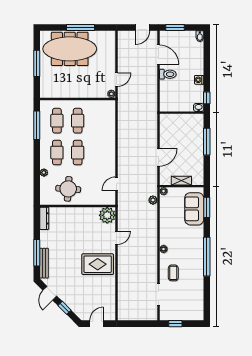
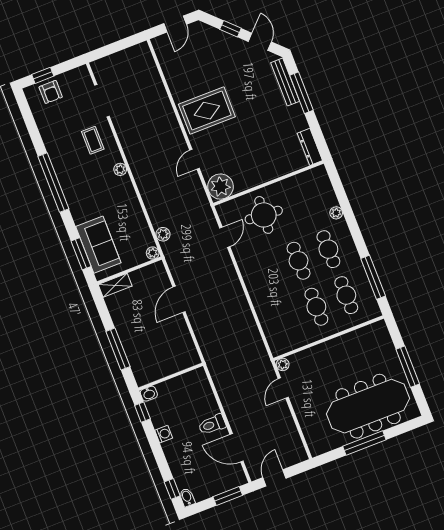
window: (207, 45) -> (172, 489), added
shelving: (181, 181) -> (115, 285), moved
round table: (68, 189) -> (264, 215), moved
armchair: (187, 312) -> (51, 92), added
window: (175, 324) -> (43, 75), moved

